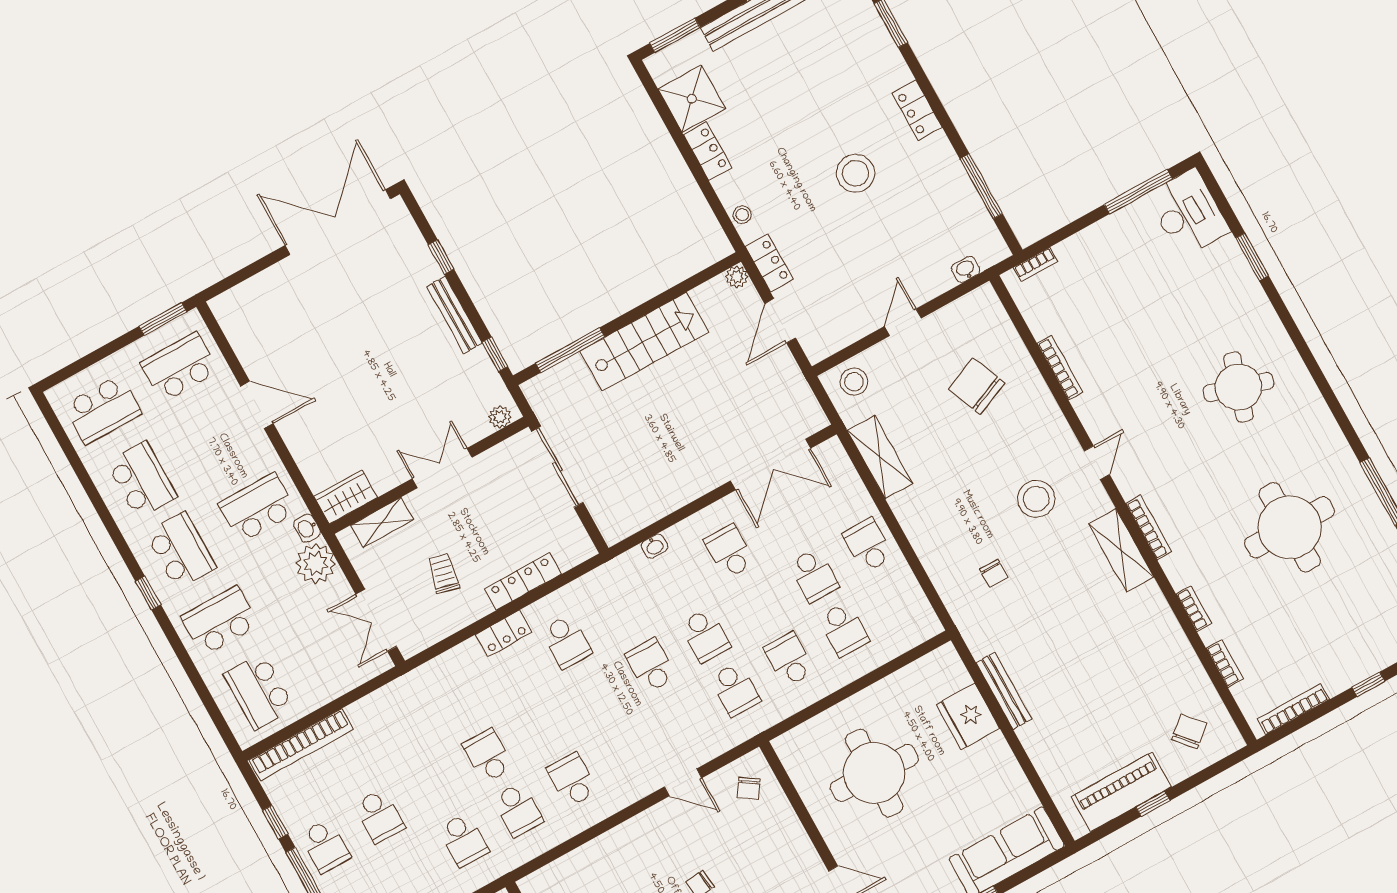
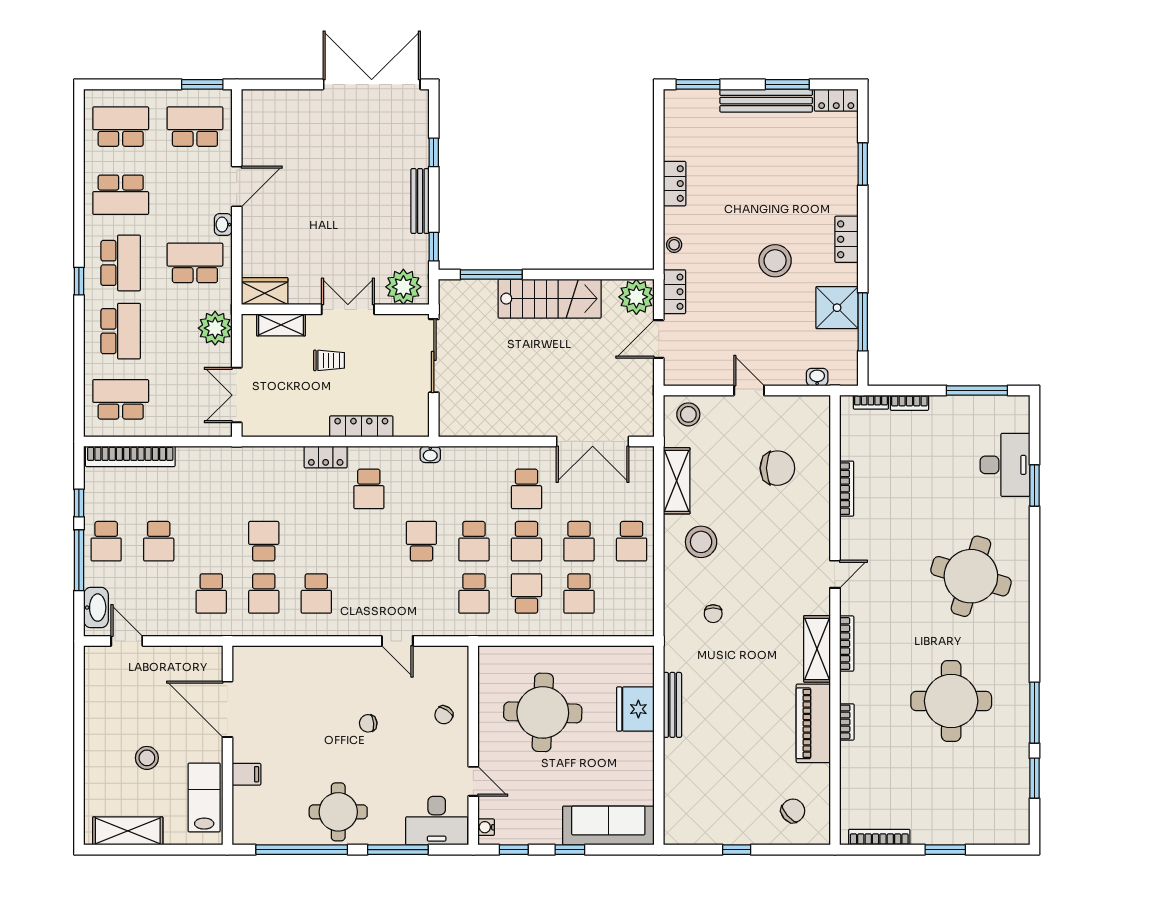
shower: (692, 99) -> (837, 308), moved
desk: (1188, 213) -> (1005, 465), moved
plant: (737, 277) -> (636, 297), width x1.87, depth x1.87
door: (903, 322) -> (749, 390), hinge flipped
chair: (977, 386) -> (777, 468), turned 113
round table: (1239, 387) -> (971, 576), width x1.36, depth x1.36
door: (257, 405) -> (237, 187), hinge flipped
school desk: (103, 409) -> (121, 127), turned 180
plant: (500, 417) -> (403, 287), width x1.88, depth x1.88
school desk: (142, 480) -> (121, 195), turned 90
stool: (1036, 499) -> (701, 542), moved
washbasin: (307, 528) -> (223, 225), moved
school desk: (868, 545) -> (632, 541), turned 180
washbasin: (654, 546) -> (430, 454), moved
school desk: (729, 551) -> (526, 489), turned 180
trolley: (444, 573) -> (329, 360), moved, turned 77
school desk: (759, 605) -> (526, 541), added
school desk: (220, 621) -> (121, 331), turned 90
bookcase: (1225, 664) -> (909, 403), moved, turned 90
window: (1368, 684) -> (945, 850), width x1.50
school desk: (259, 691) -> (121, 399), turned 90
school desk: (572, 780) -> (316, 594), turned 180
chair: (749, 788) -> (444, 715), moved
piano: (1121, 792) -> (813, 723), moved, turned -90

